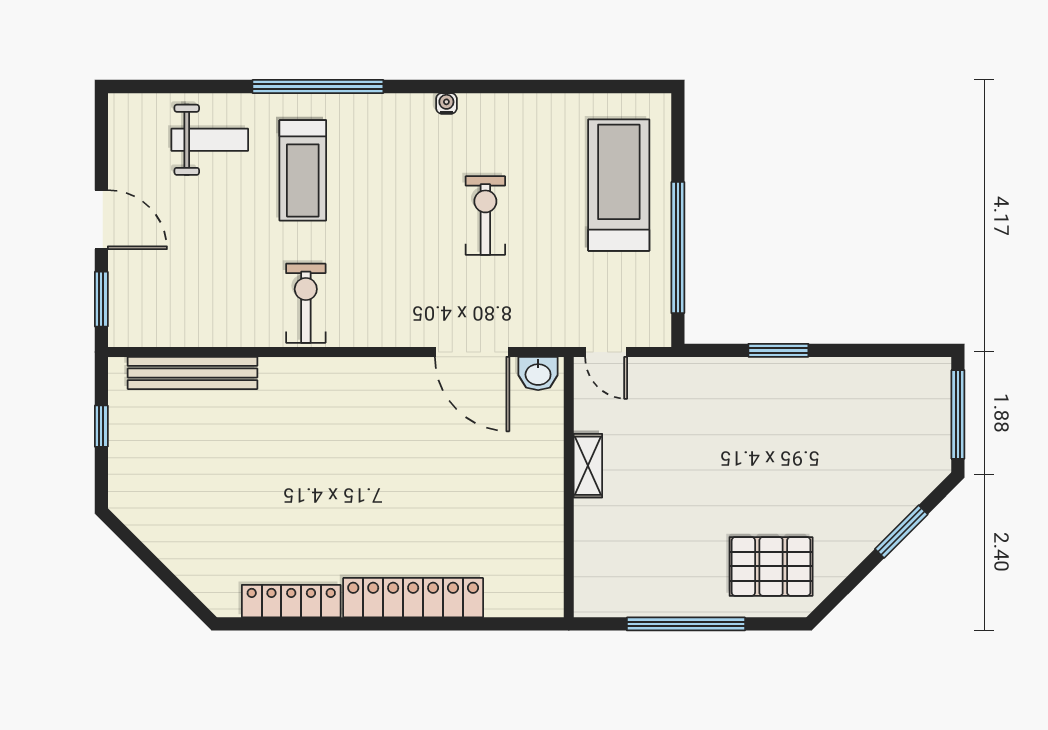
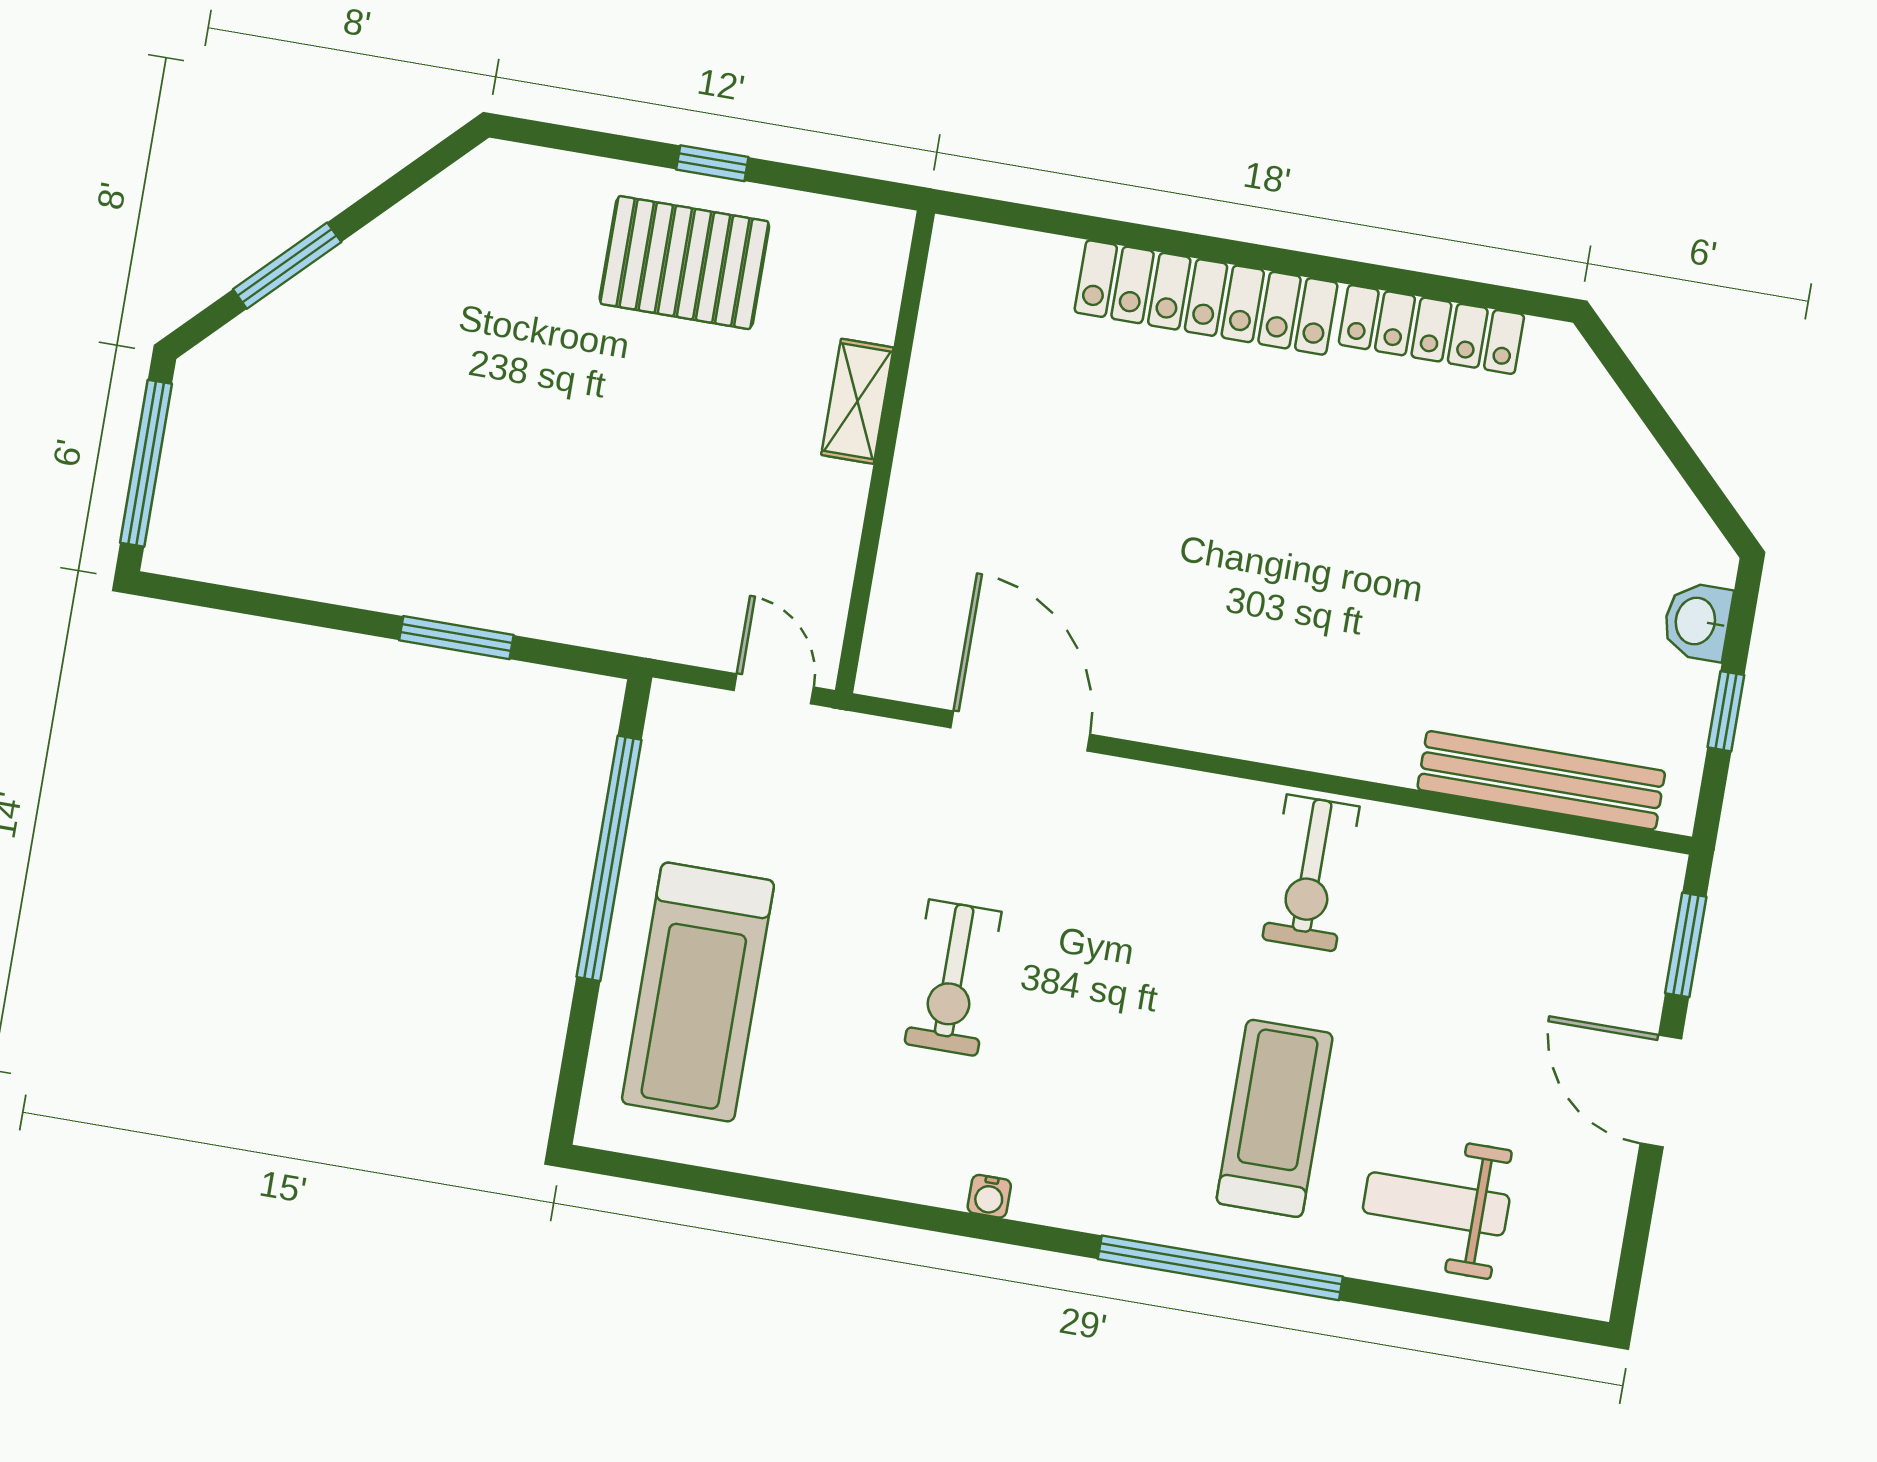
washbasin: (538, 374) -> (1697, 621), moved, turned -90
shelving: (588, 466) -> (857, 401), moved
pallet: (771, 566) -> (684, 263), moved
window: (686, 624) -> (712, 163), width x0.32

